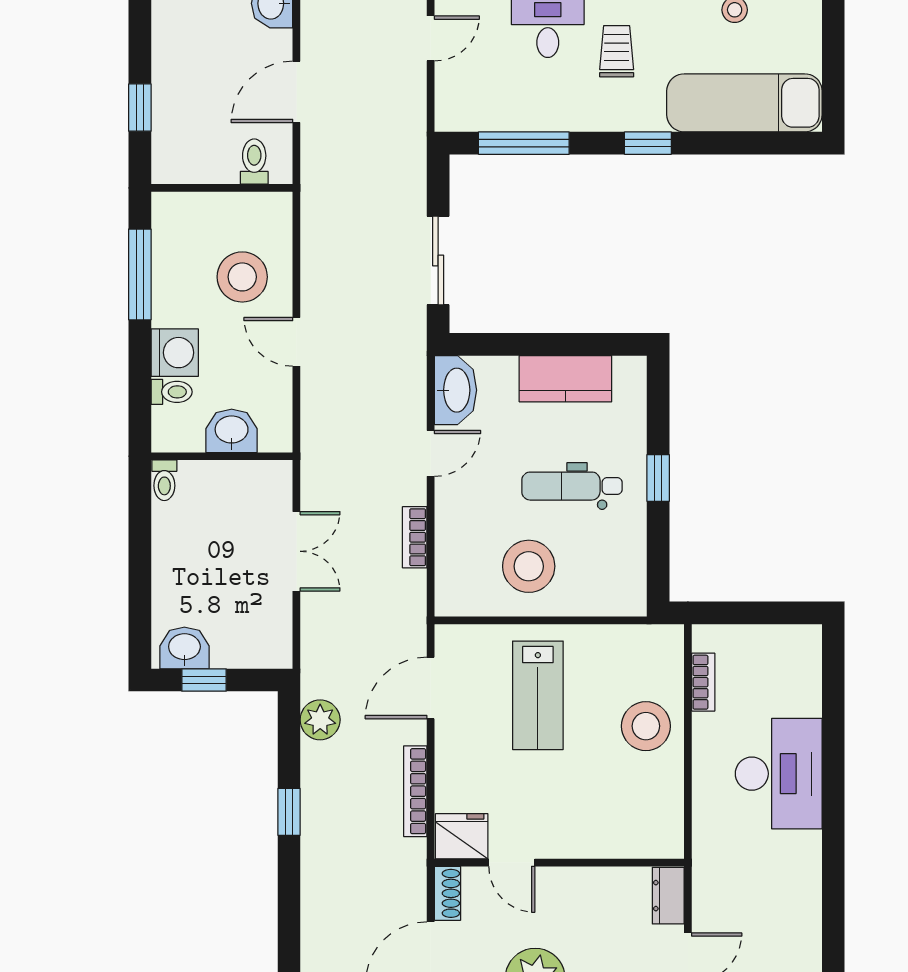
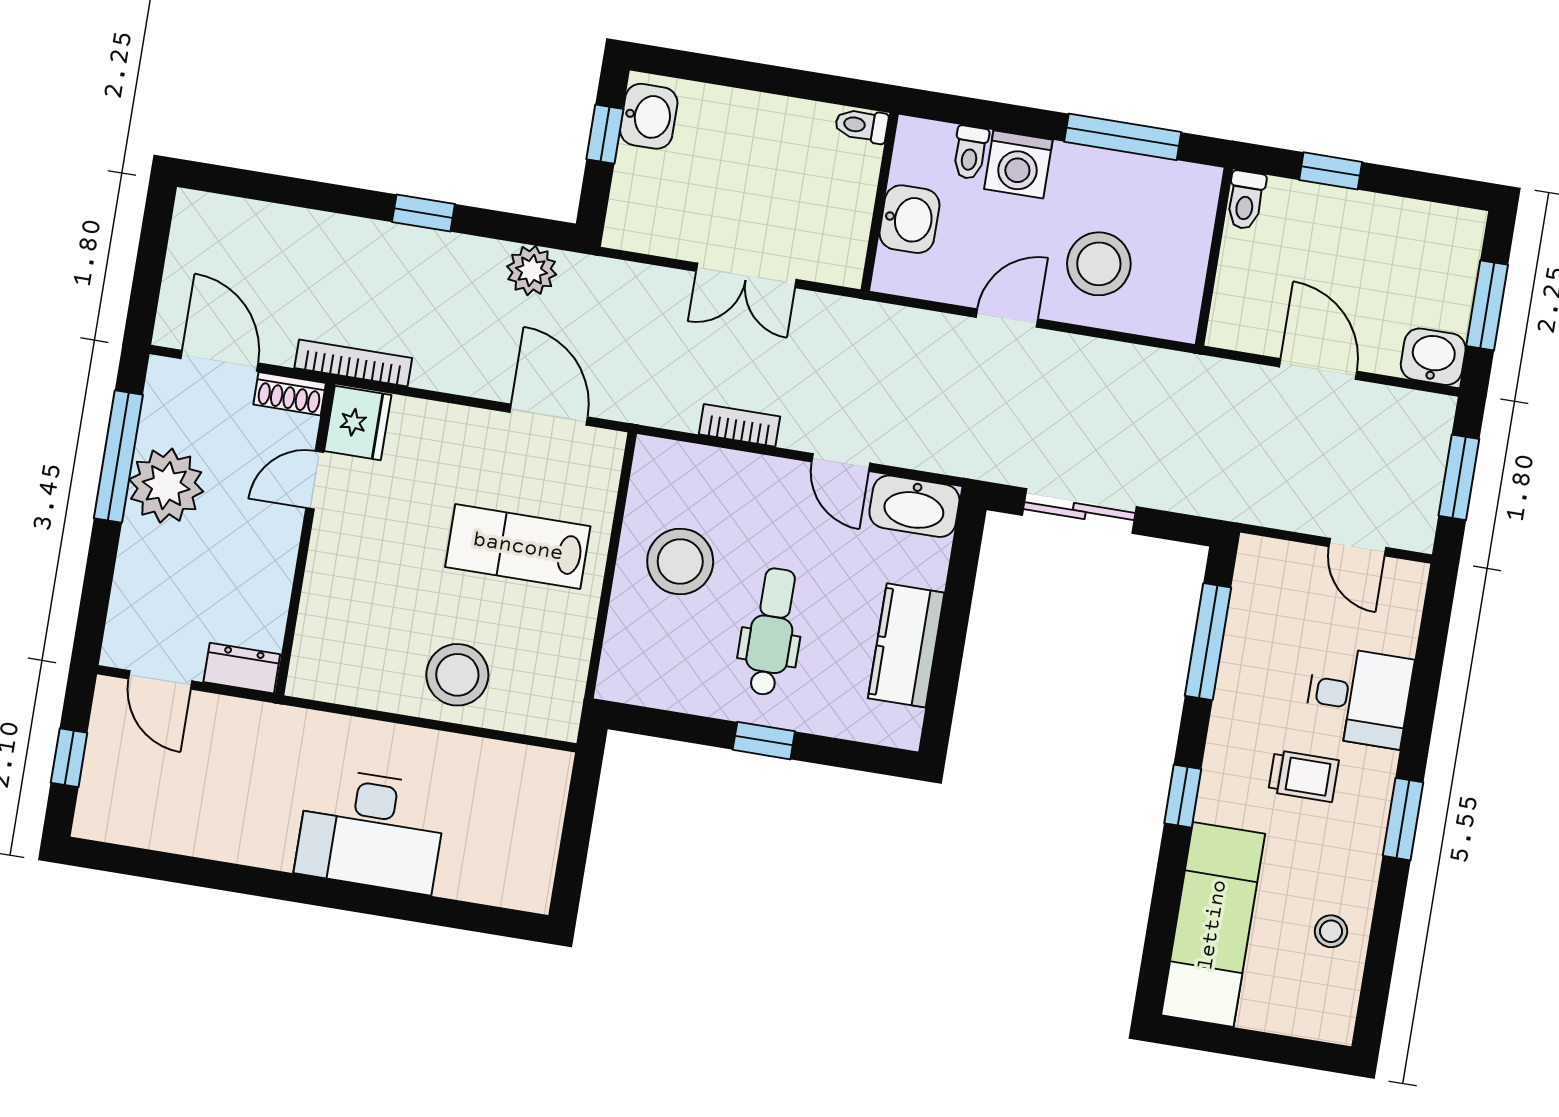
toilet: (254, 162) -> (1246, 200), moved, turned 90
bookcase: (703, 682) -> (500, 755), removed
bookcase: (415, 791) -> (353, 363), moved

